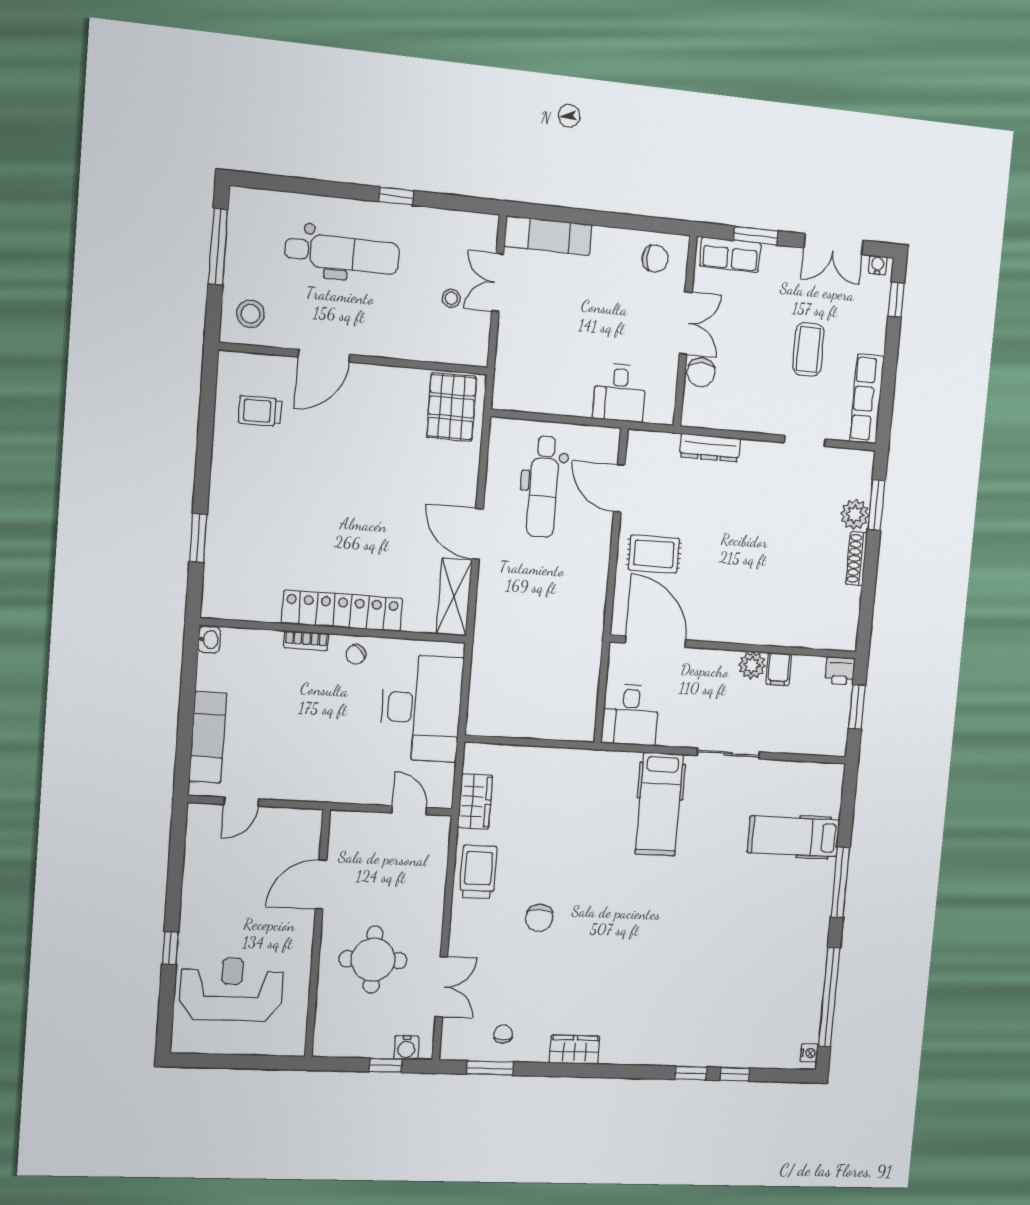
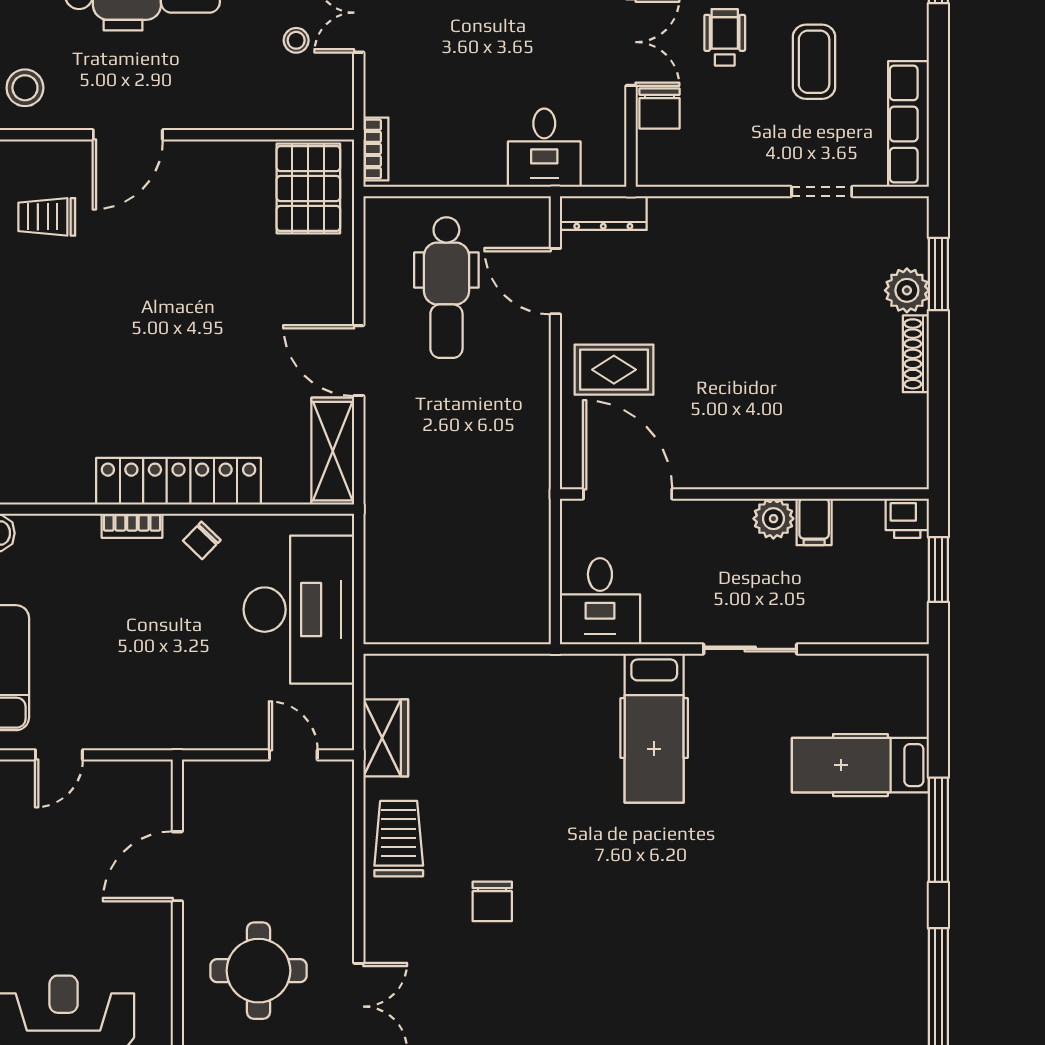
wheelchair: (750, 326) -> (725, 37), added
bookcase: (502, 383) -> (376, 149), added
dresser: (710, 448) -> (603, 213), moved

